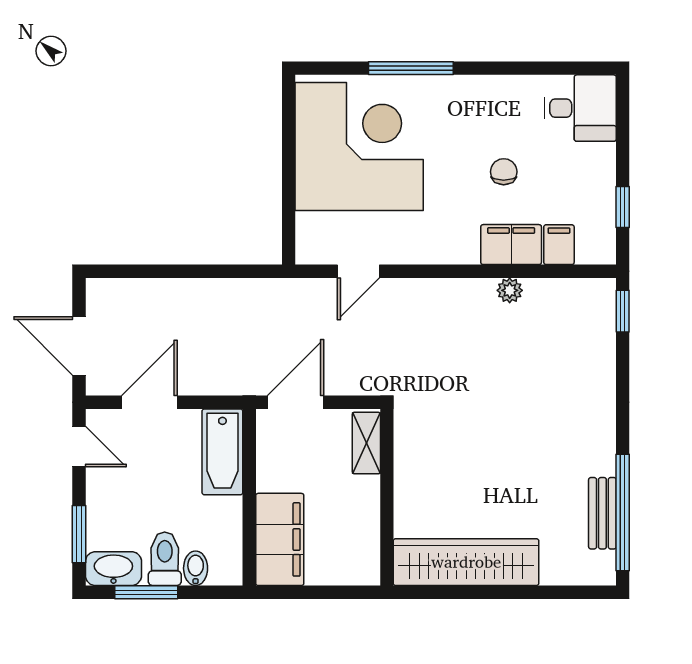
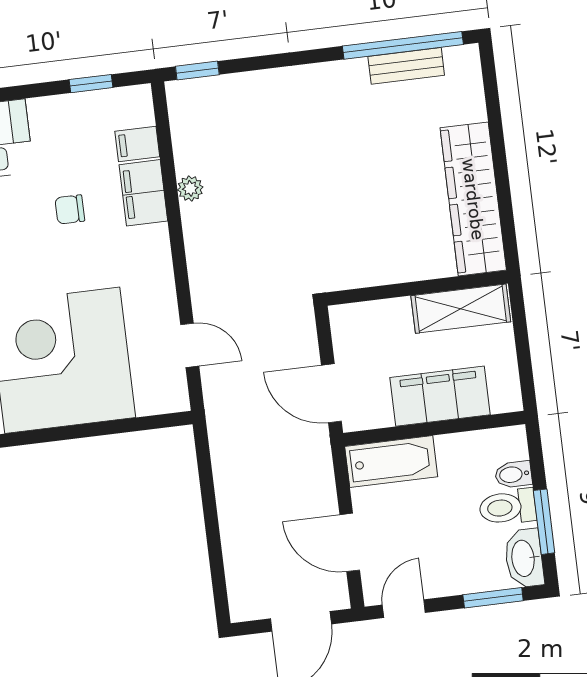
shelving: (366, 443) -> (461, 309), moved, width x1.50, depth x1.33
filing cabinet: (280, 539) -> (440, 396), moved

